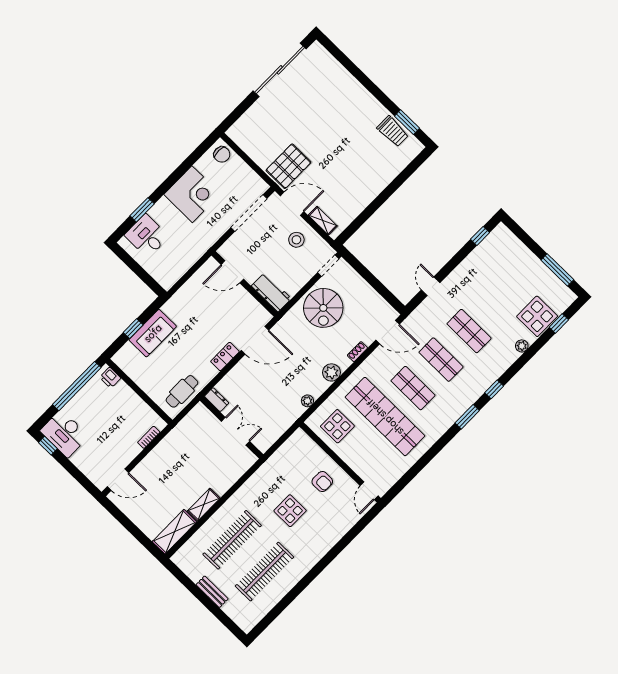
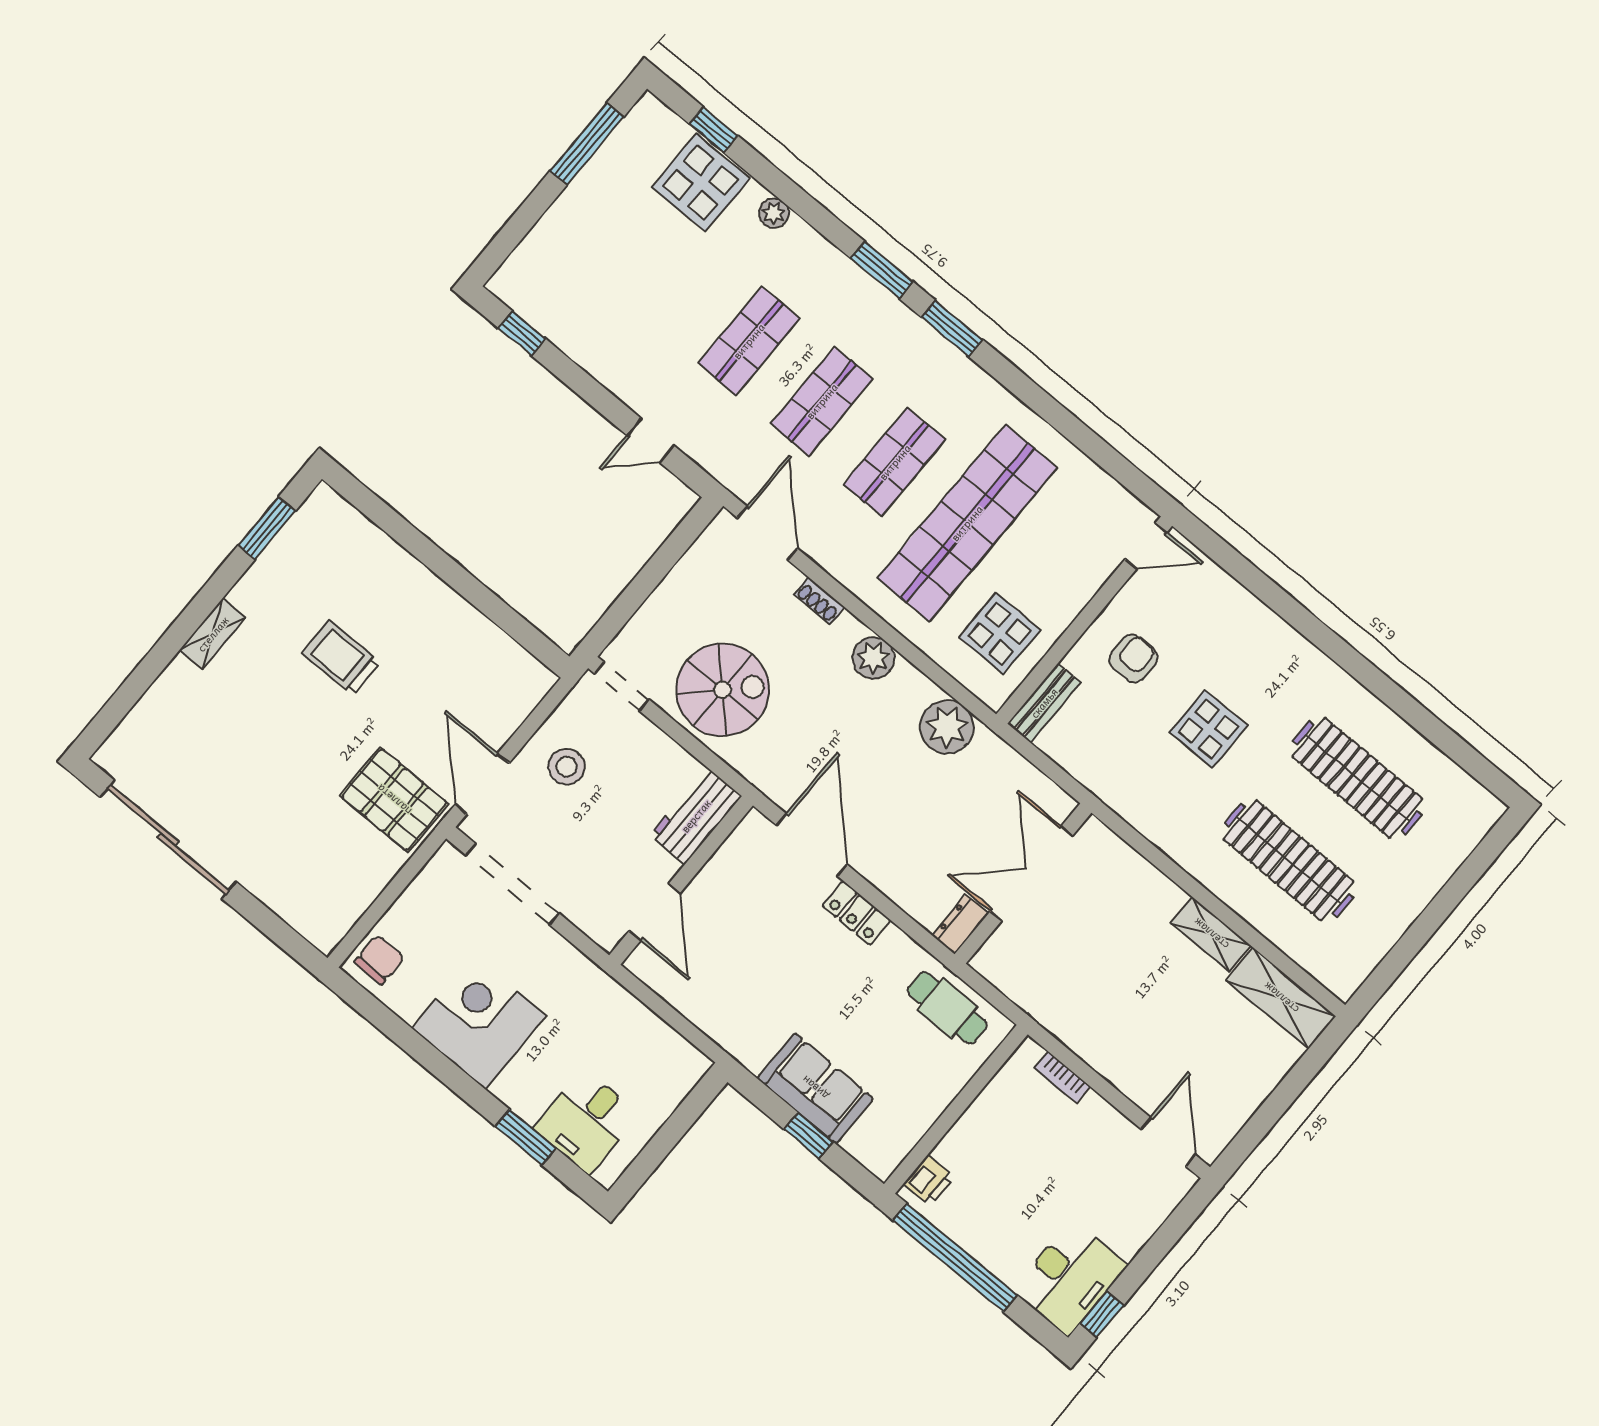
trolley: (393, 131) -> (341, 658), moved, turned -90
shelving: (323, 221) -> (213, 634), moved
window: (494, 389) -> (882, 270), width x1.50
plant: (307, 401) -> (947, 727), width x1.88, depth x1.88
double door: (236, 431) -> (1031, 873), width x1.37
bench: (212, 592) -> (1044, 703), moved

